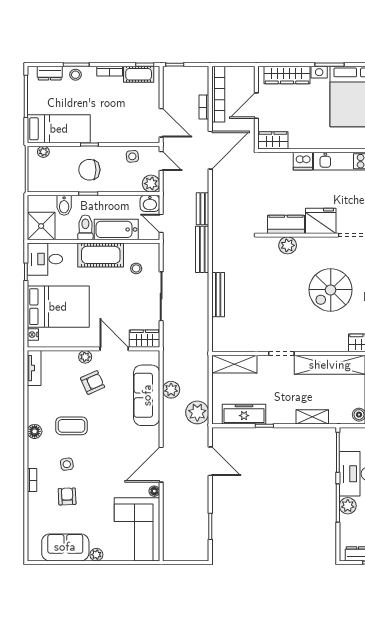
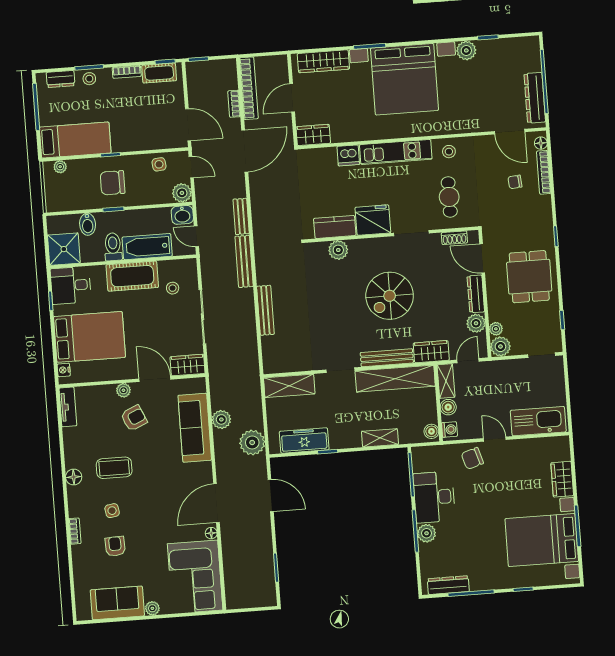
bench: (324, 345) -> (387, 358), added

